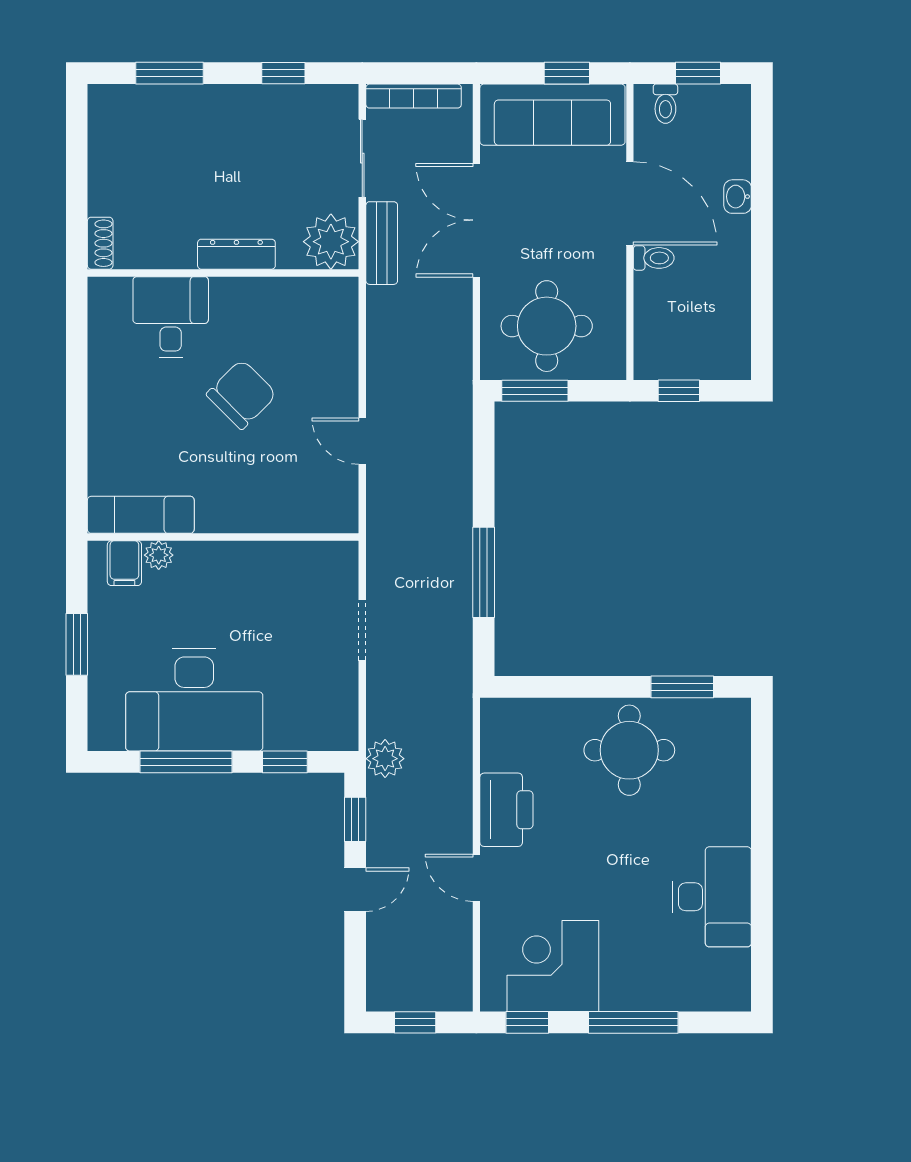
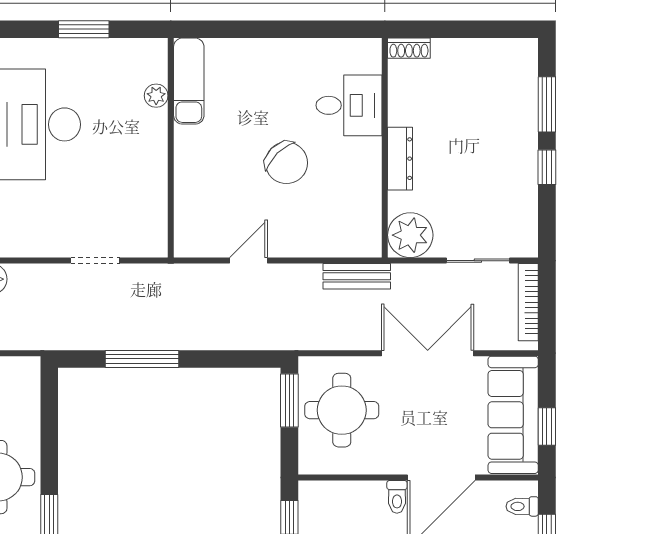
window: (283, 73) -> (547, 167), moved
bench: (382, 243) -> (357, 276), moved
filing cabinet: (124, 563) -> (150, 68), removed

